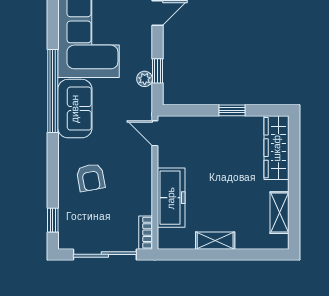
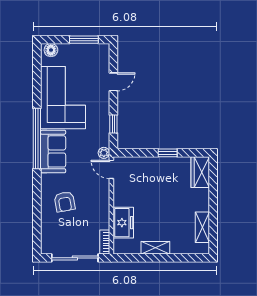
plant: (145, 79) -> (104, 153), moved
wardrobe: (277, 148) -> (200, 172), width x0.67
freezer: (171, 198) -> (123, 223), width x0.71
window: (53, 220) -> (37, 233), removed

